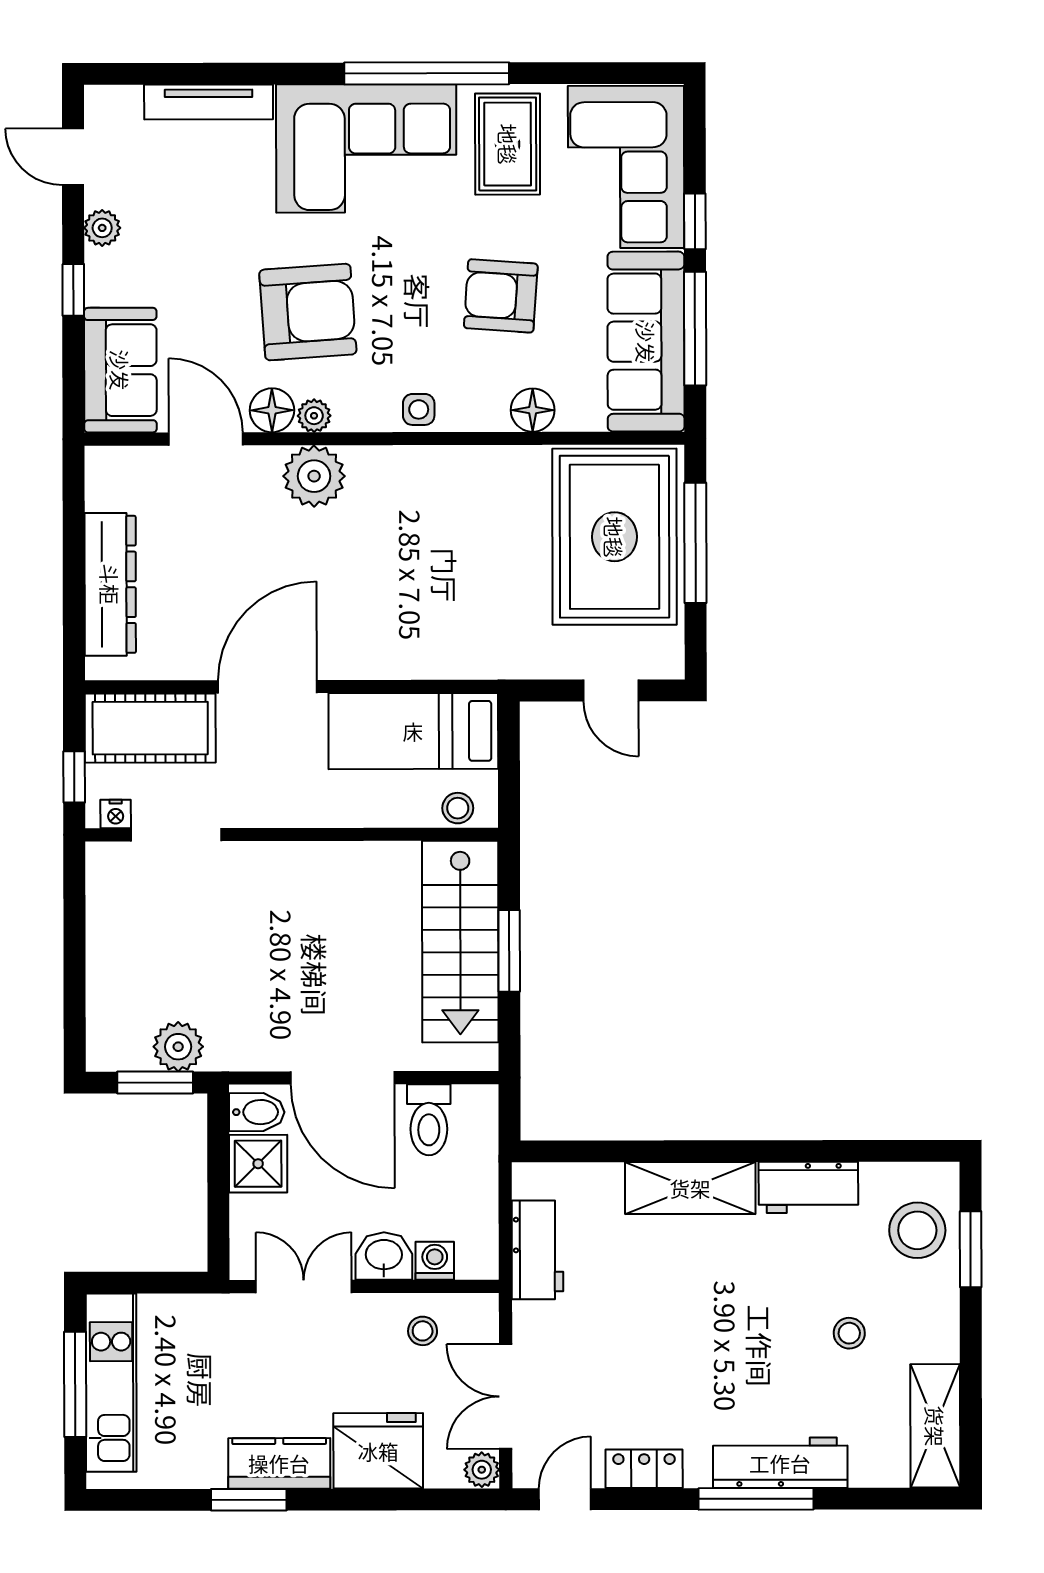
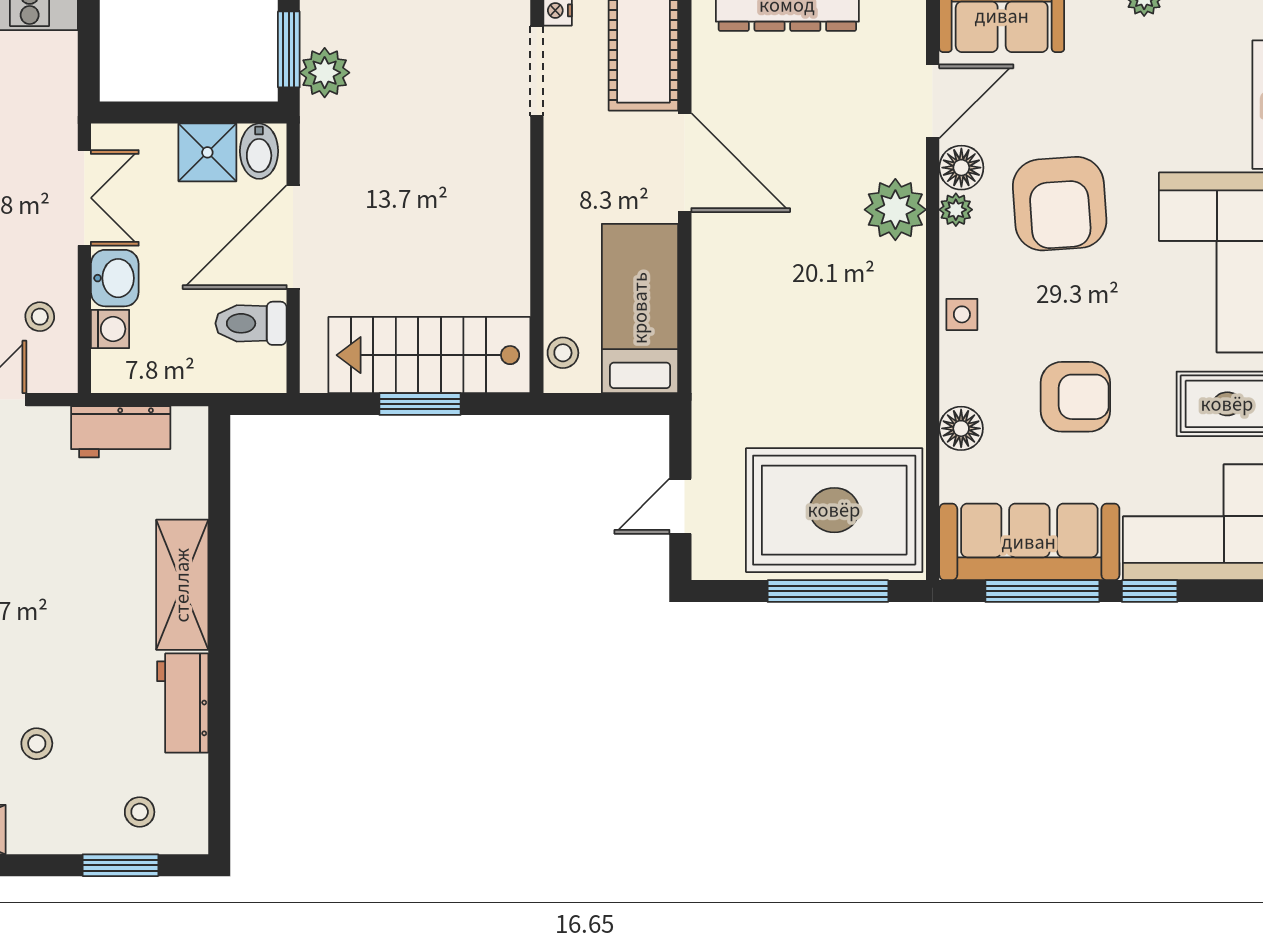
armchair: (501, 296) -> (1075, 397), turned 86
stool: (917, 1230) -> (140, 812), width x0.53, depth x0.53

